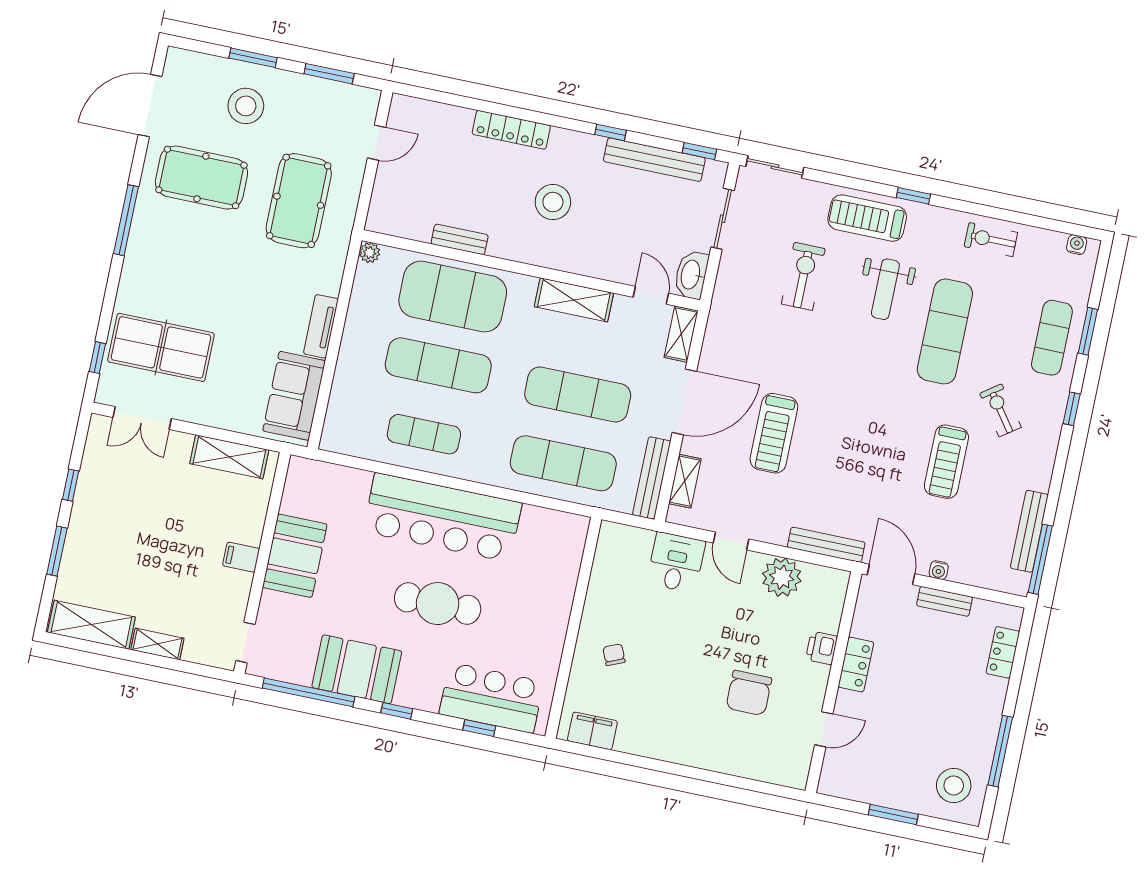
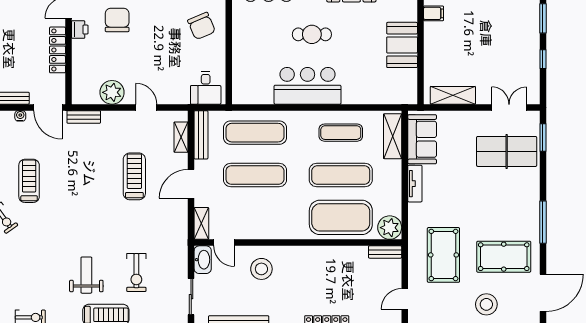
stool: (553, 202) -> (261, 269), moved
bench: (460, 239) -> (385, 252), moved
plant: (370, 253) -> (390, 228), width x1.87, depth x1.87
shelving: (574, 300) -> (393, 136), moved, turned 90
exercise mat: (945, 331) -> (46, 257), removed
window: (97, 358) -> (543, 138), width x1.50
door: (684, 402) -> (191, 184), width x0.73
bar counter: (442, 517) -> (308, 86), width x0.73
bench: (826, 545) -> (84, 117), width x0.73
filing cabinet: (241, 557) -> (434, 13), moved
desk: (676, 562) -> (206, 88), moved
cafe table: (438, 604) -> (312, 34), width x0.73, depth x0.74
printer: (822, 648) -> (80, 30), moved
chair: (614, 655) -> (201, 26), width x1.87, depth x1.87
locker: (856, 664) -> (57, 50), width x1.53

